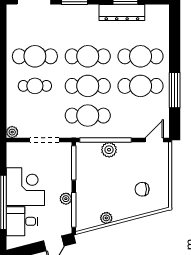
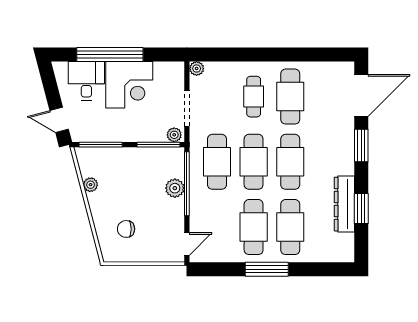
window: (175, 90) -> (267, 269), moved
door: (154, 140) -> (187, 244), hinge flipped
chair: (142, 189) -> (126, 229), turned -90
plant: (66, 199) -> (174, 135), moved

